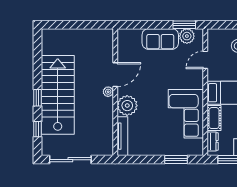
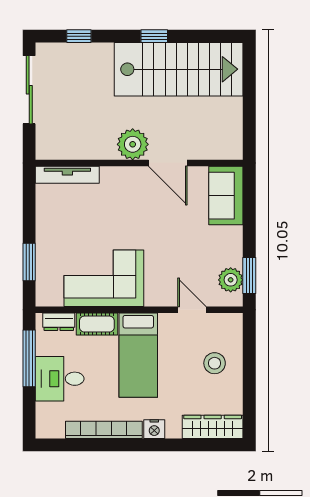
sofa: (160, 39) -> (226, 196), moved
plant: (108, 92) -> (133, 144), width x1.87, depth x1.87
stairs: (58, 95) -> (179, 69), moved
window: (37, 98) -> (154, 36), moved
plant: (127, 106) -> (117, 183), removed

